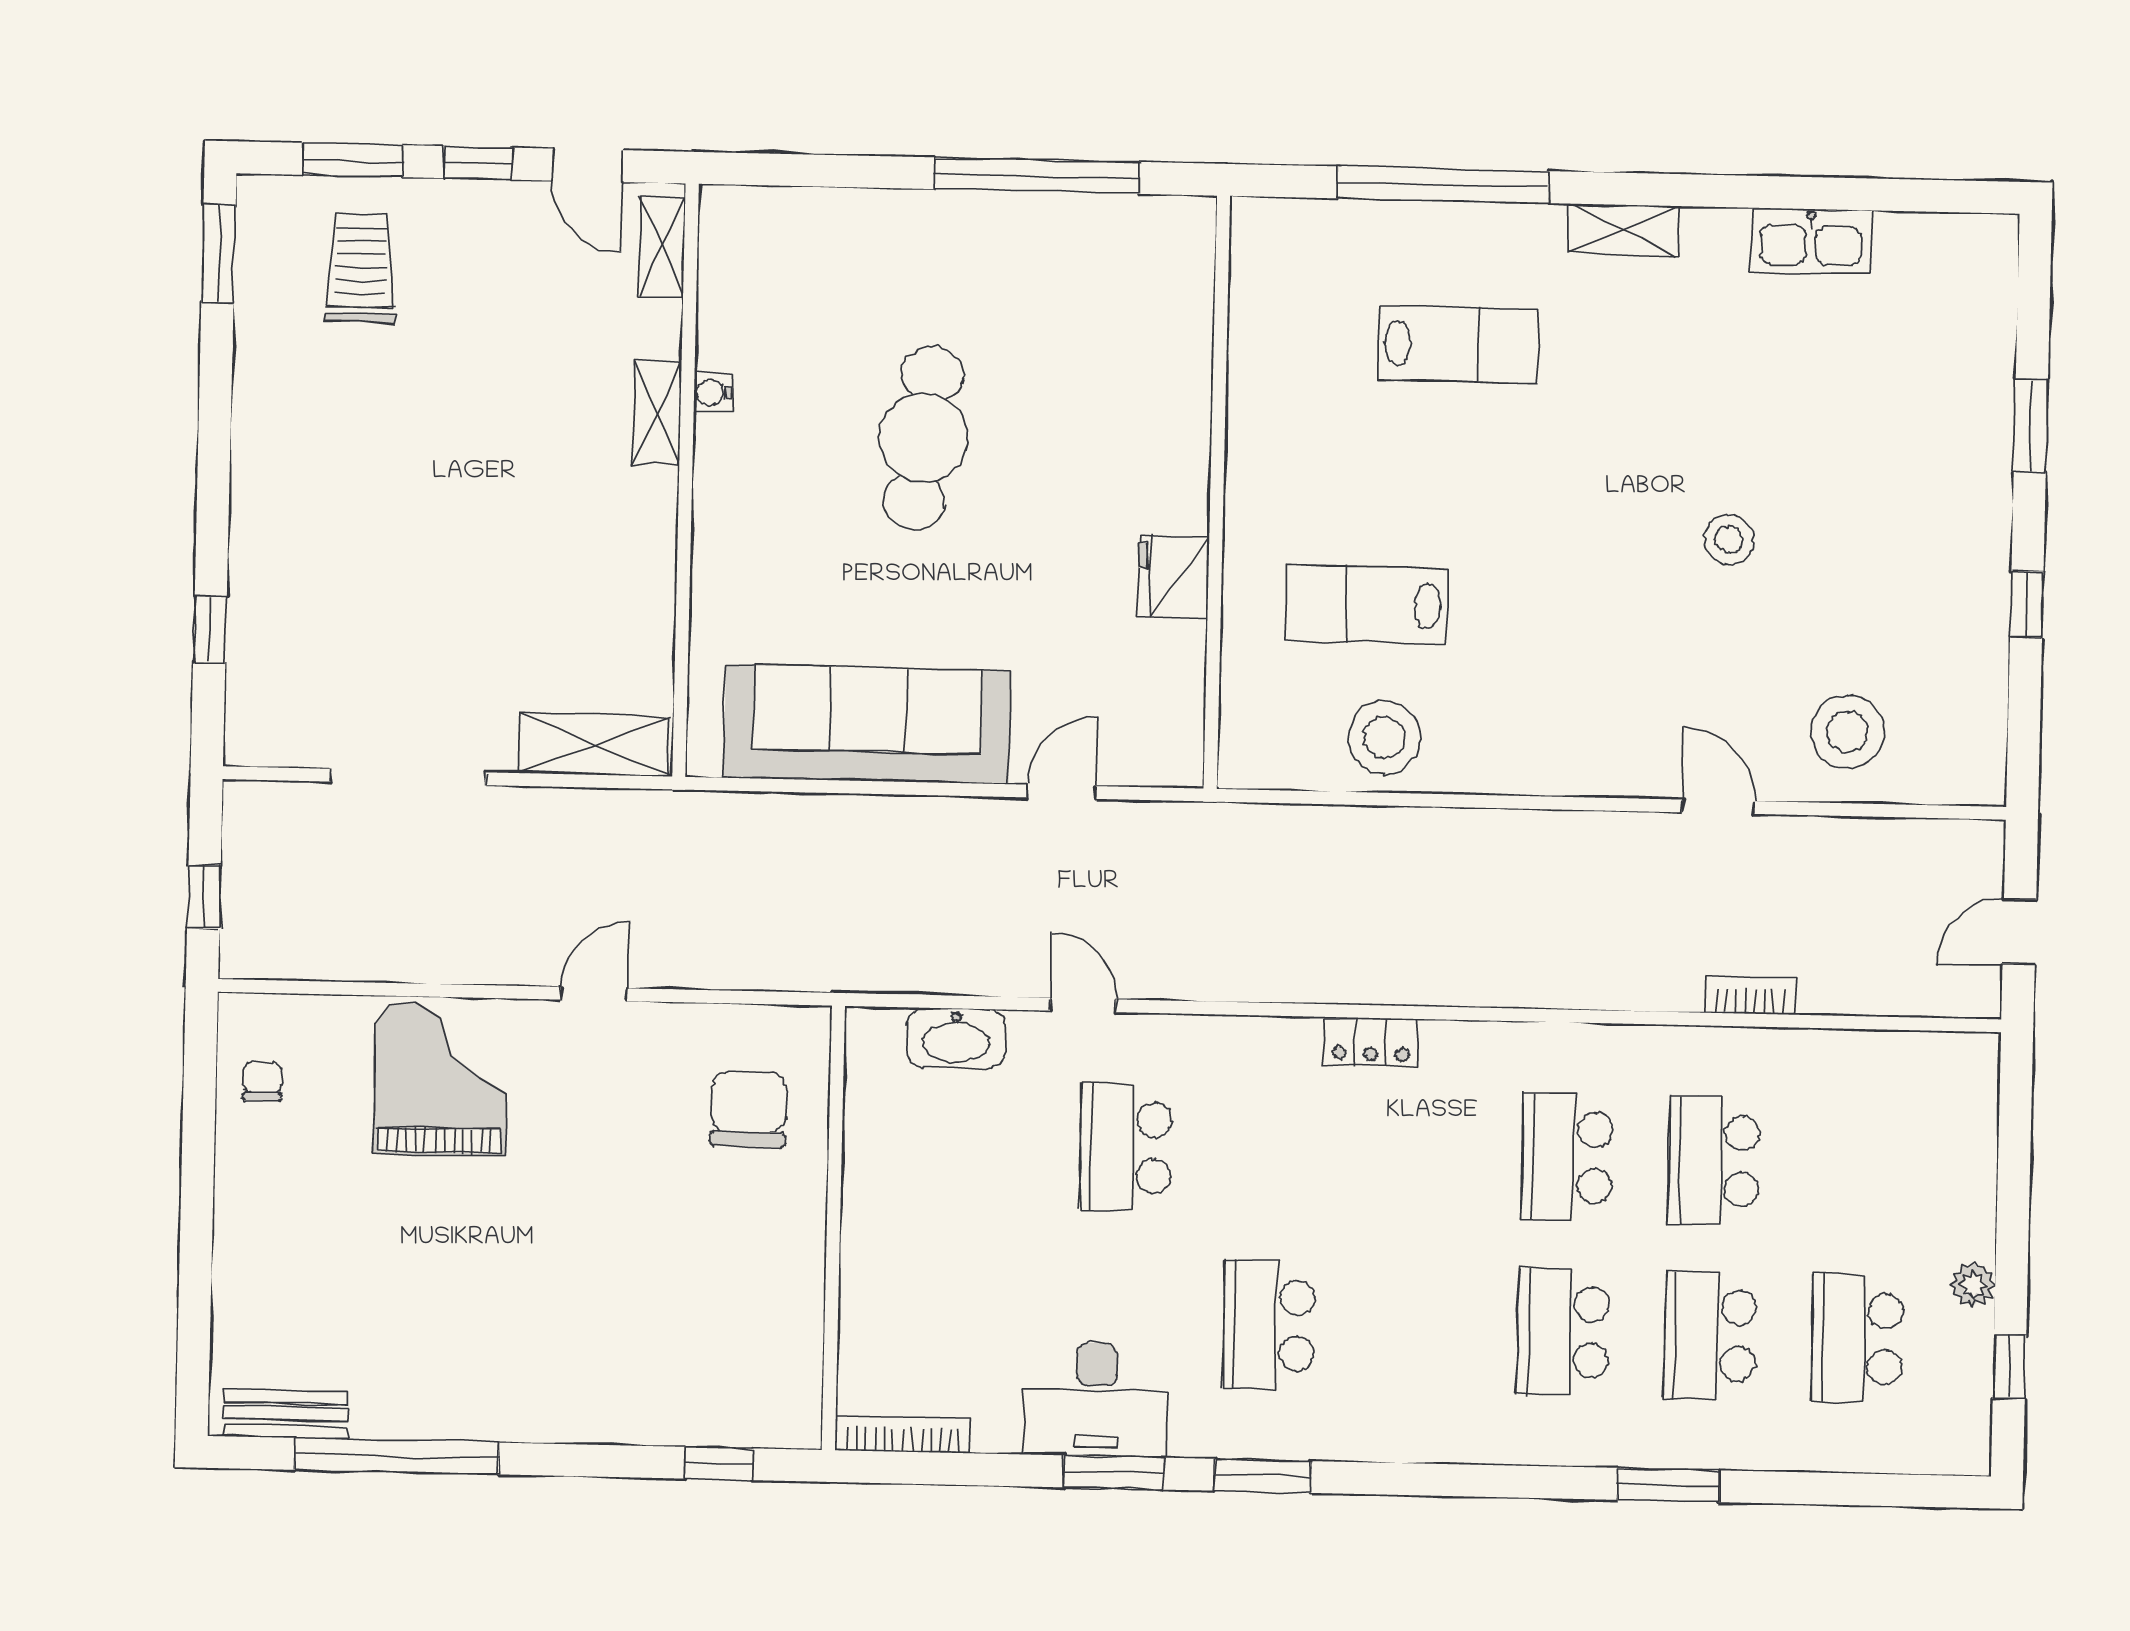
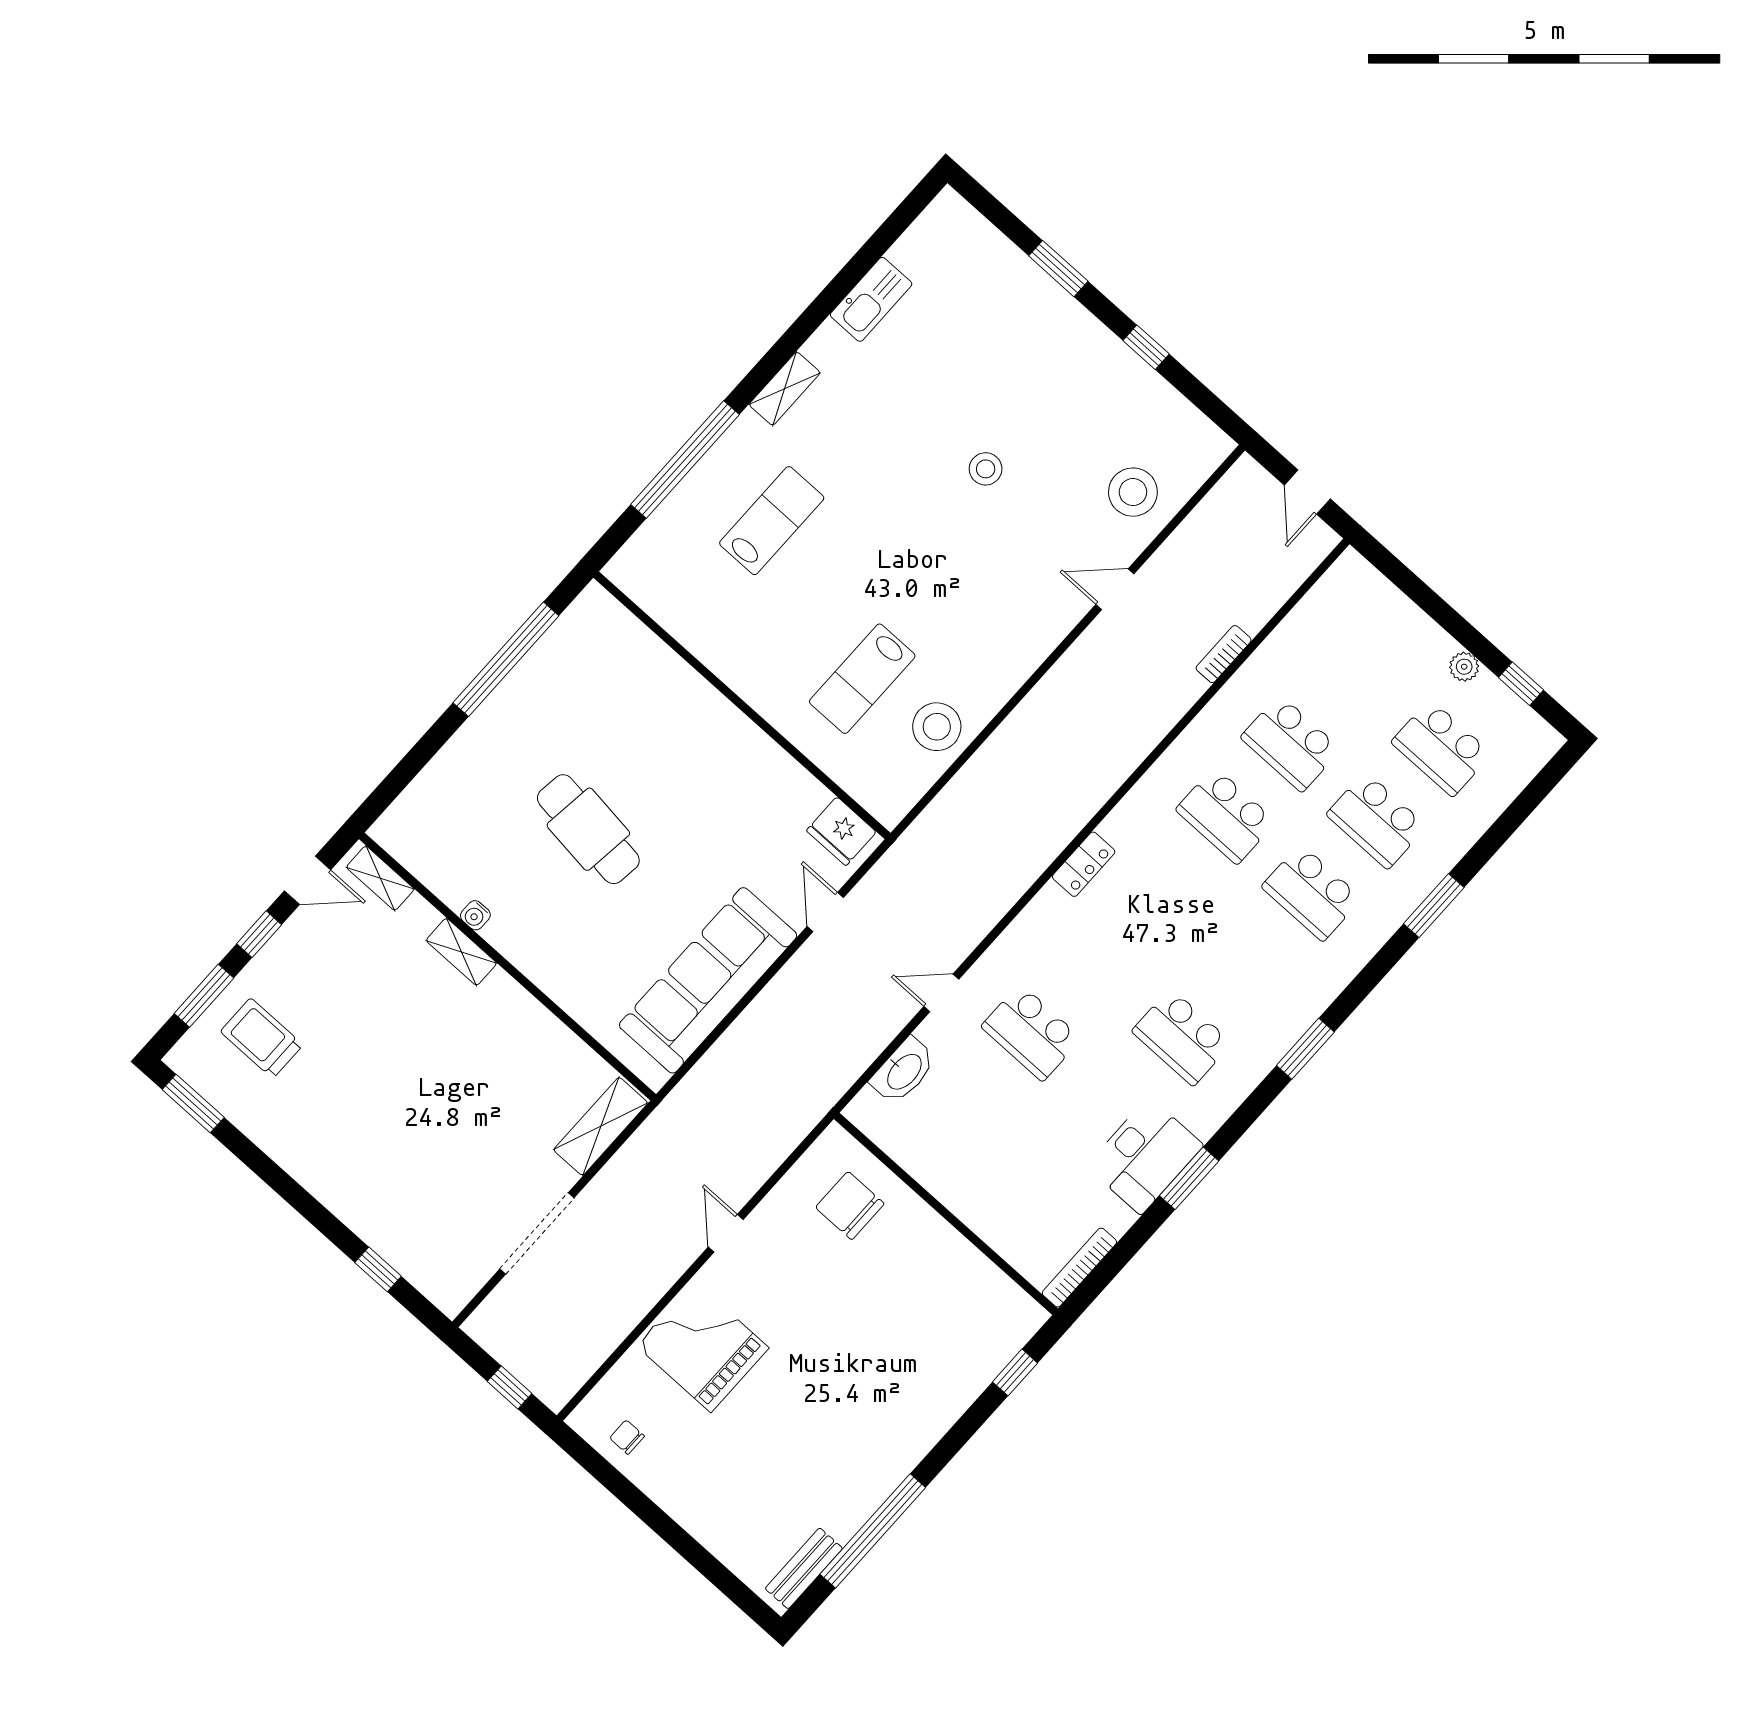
fridge: (1174, 577) -> (841, 831), moved
window: (1263, 1476) -> (1305, 1049), moved

